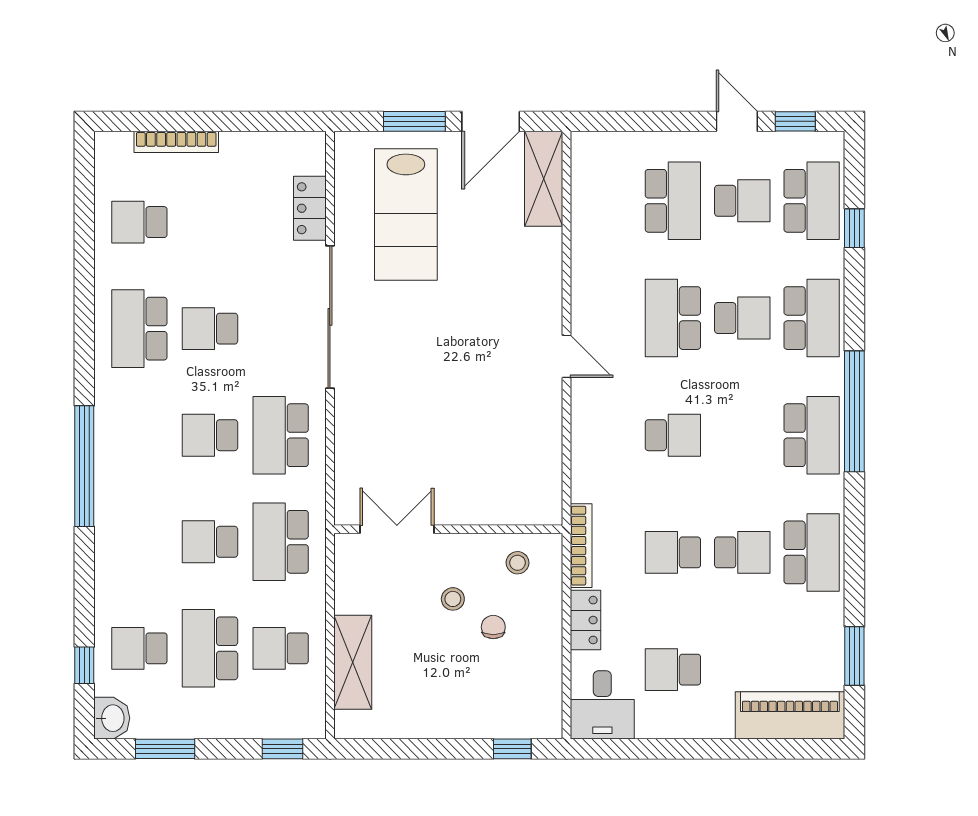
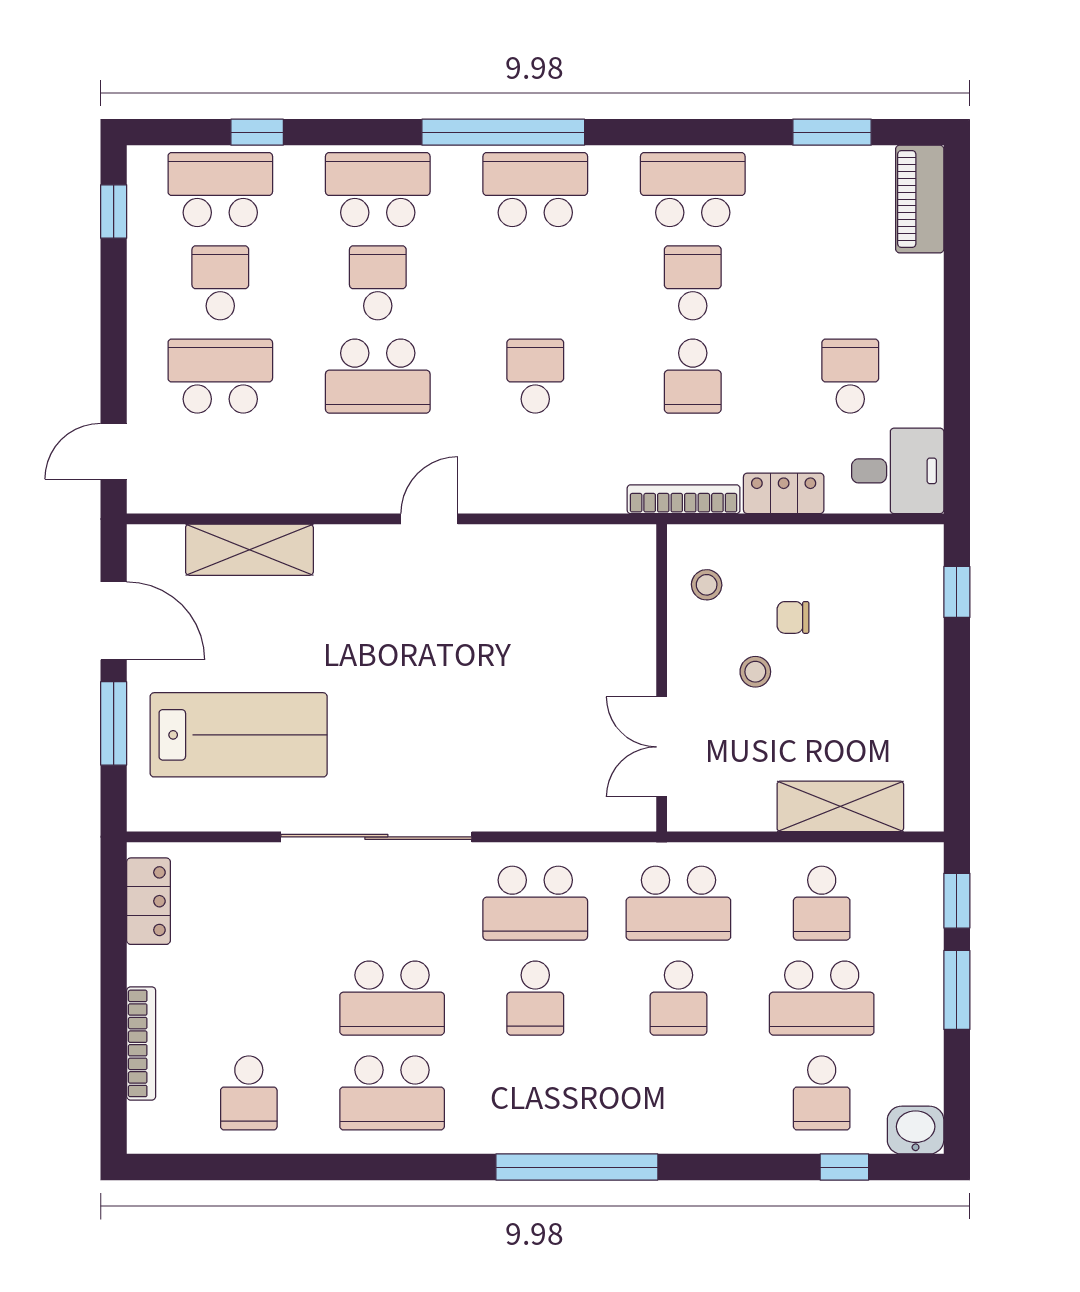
door: (737, 121) -> (114, 451), moved
shelving: (544, 179) -> (249, 550), moved
locker: (310, 208) -> (149, 901), moved, turned -90
school desk: (210, 329) -> (392, 998), width x1.85
school desk: (673, 670) -> (850, 376), turned 180
piano: (790, 715) -> (920, 199), width x0.73, depth x0.75
window: (165, 749) -> (957, 990), moved

